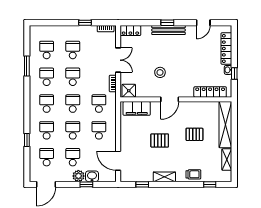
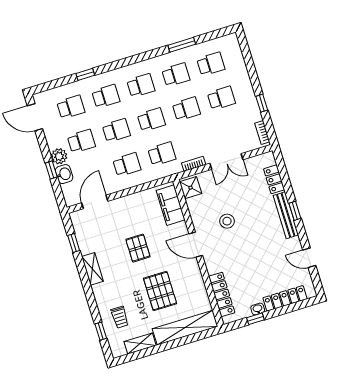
locker: (130, 31) -> (274, 179), moved
pallet: (194, 134) -> (160, 291), width x1.50, depth x1.42
trolley: (193, 174) -> (120, 317), moved

